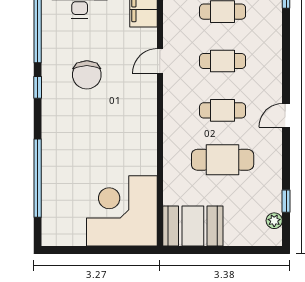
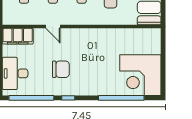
corner desk: (122, 211) -> (140, 75), moved

